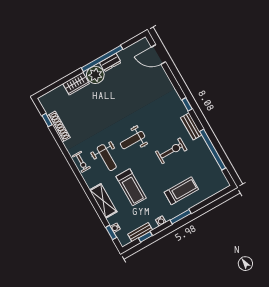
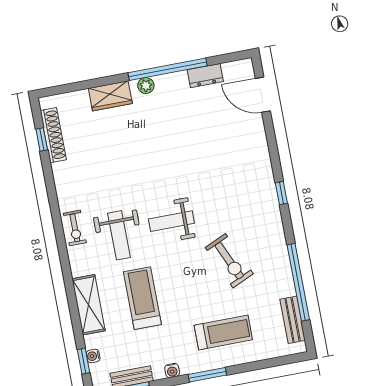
dresser: (110, 63) -> (205, 76), moved
plant: (95, 75) -> (146, 86), width x0.53, depth x0.53
bench: (191, 126) -> (293, 320), moved
shoe rack: (59, 127) -> (53, 135), moved
exercise bike: (171, 151) -> (229, 261), turned 66
treadmill: (131, 187) -> (142, 298), turned 180

